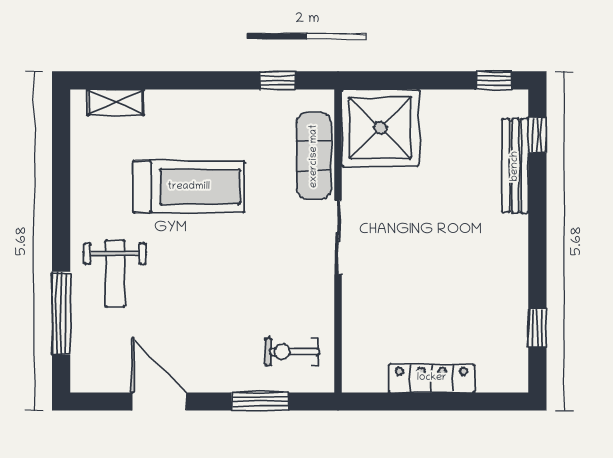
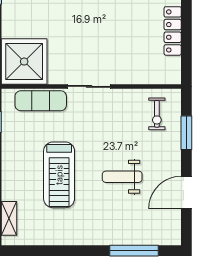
treadmill: (189, 187) -> (59, 175), turned 180
weight bench: (115, 274) -> (122, 177), moved, turned 180

